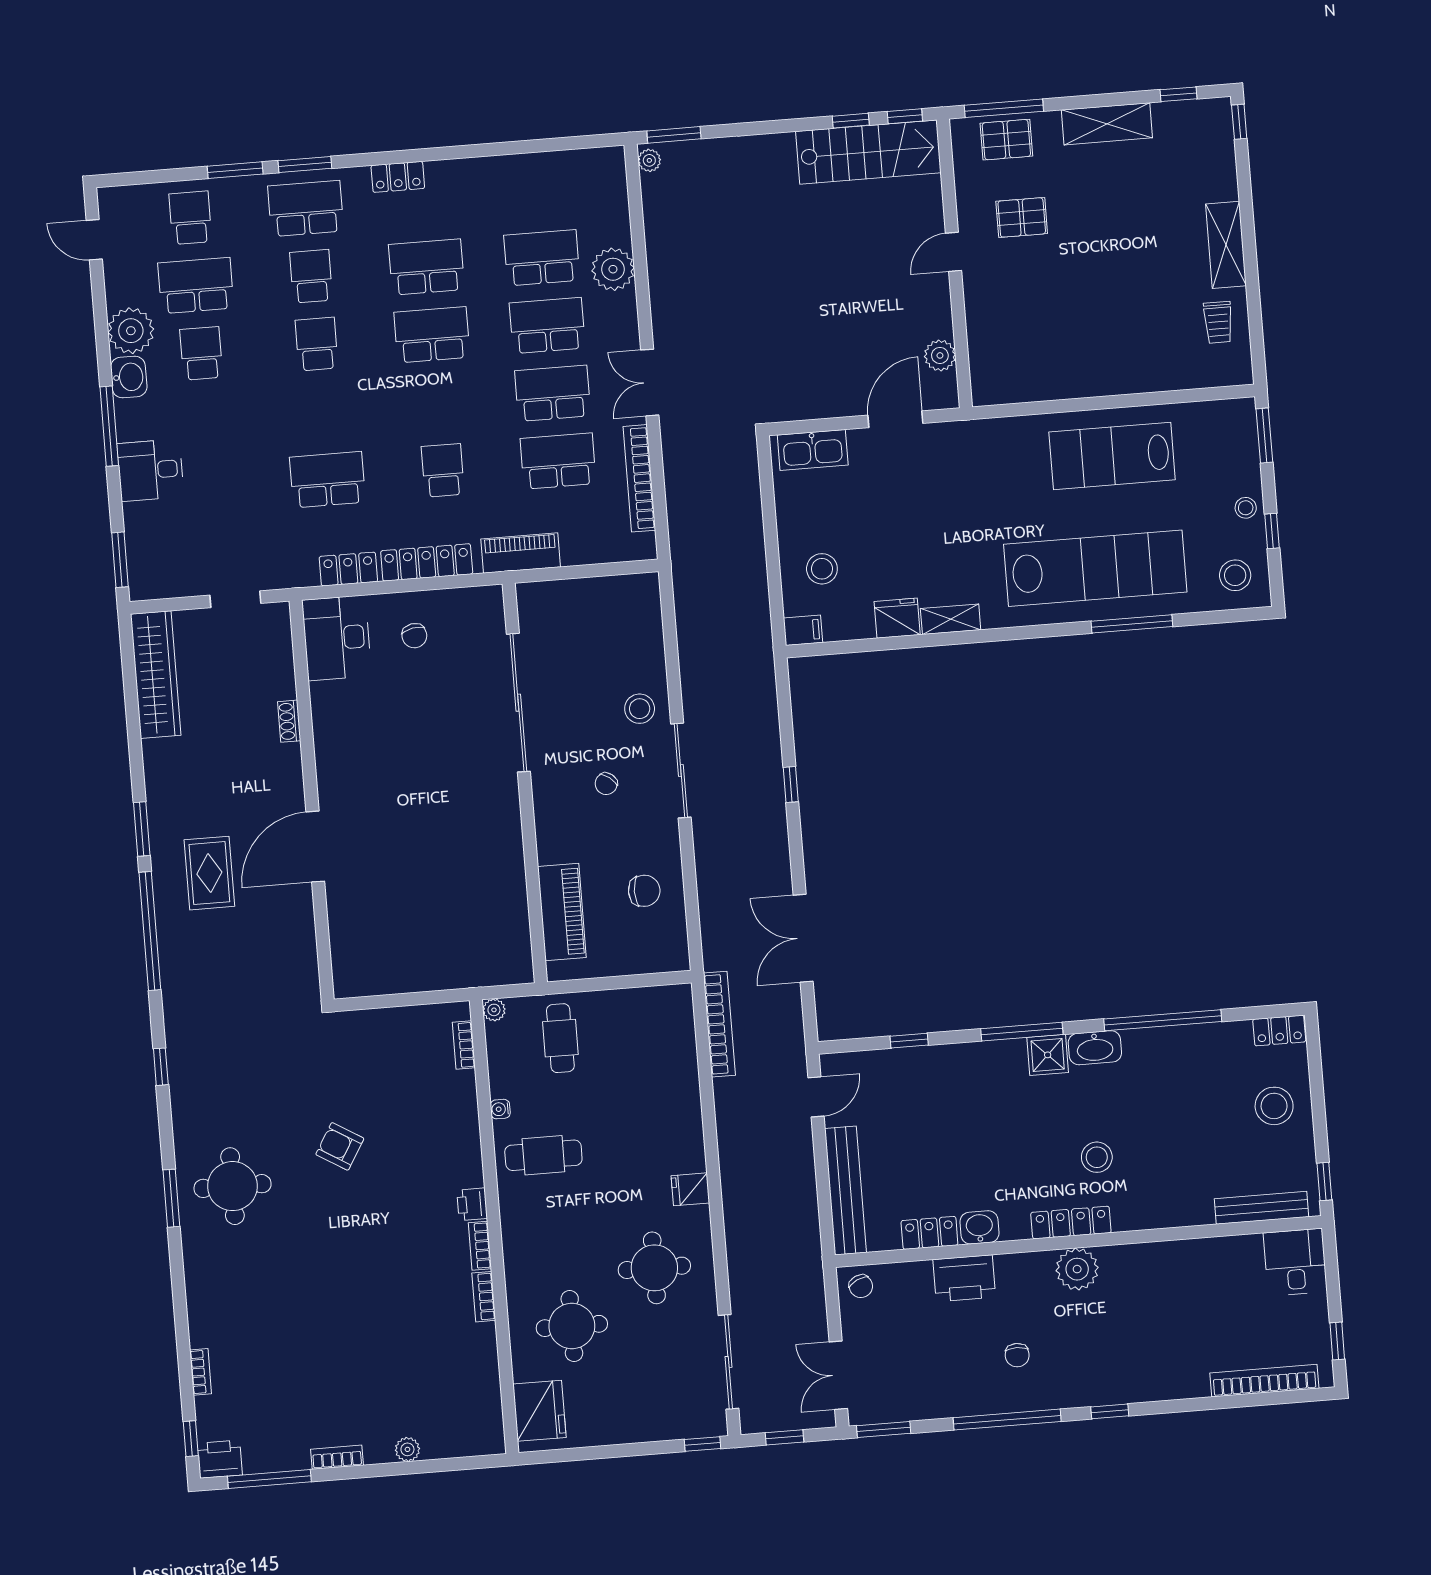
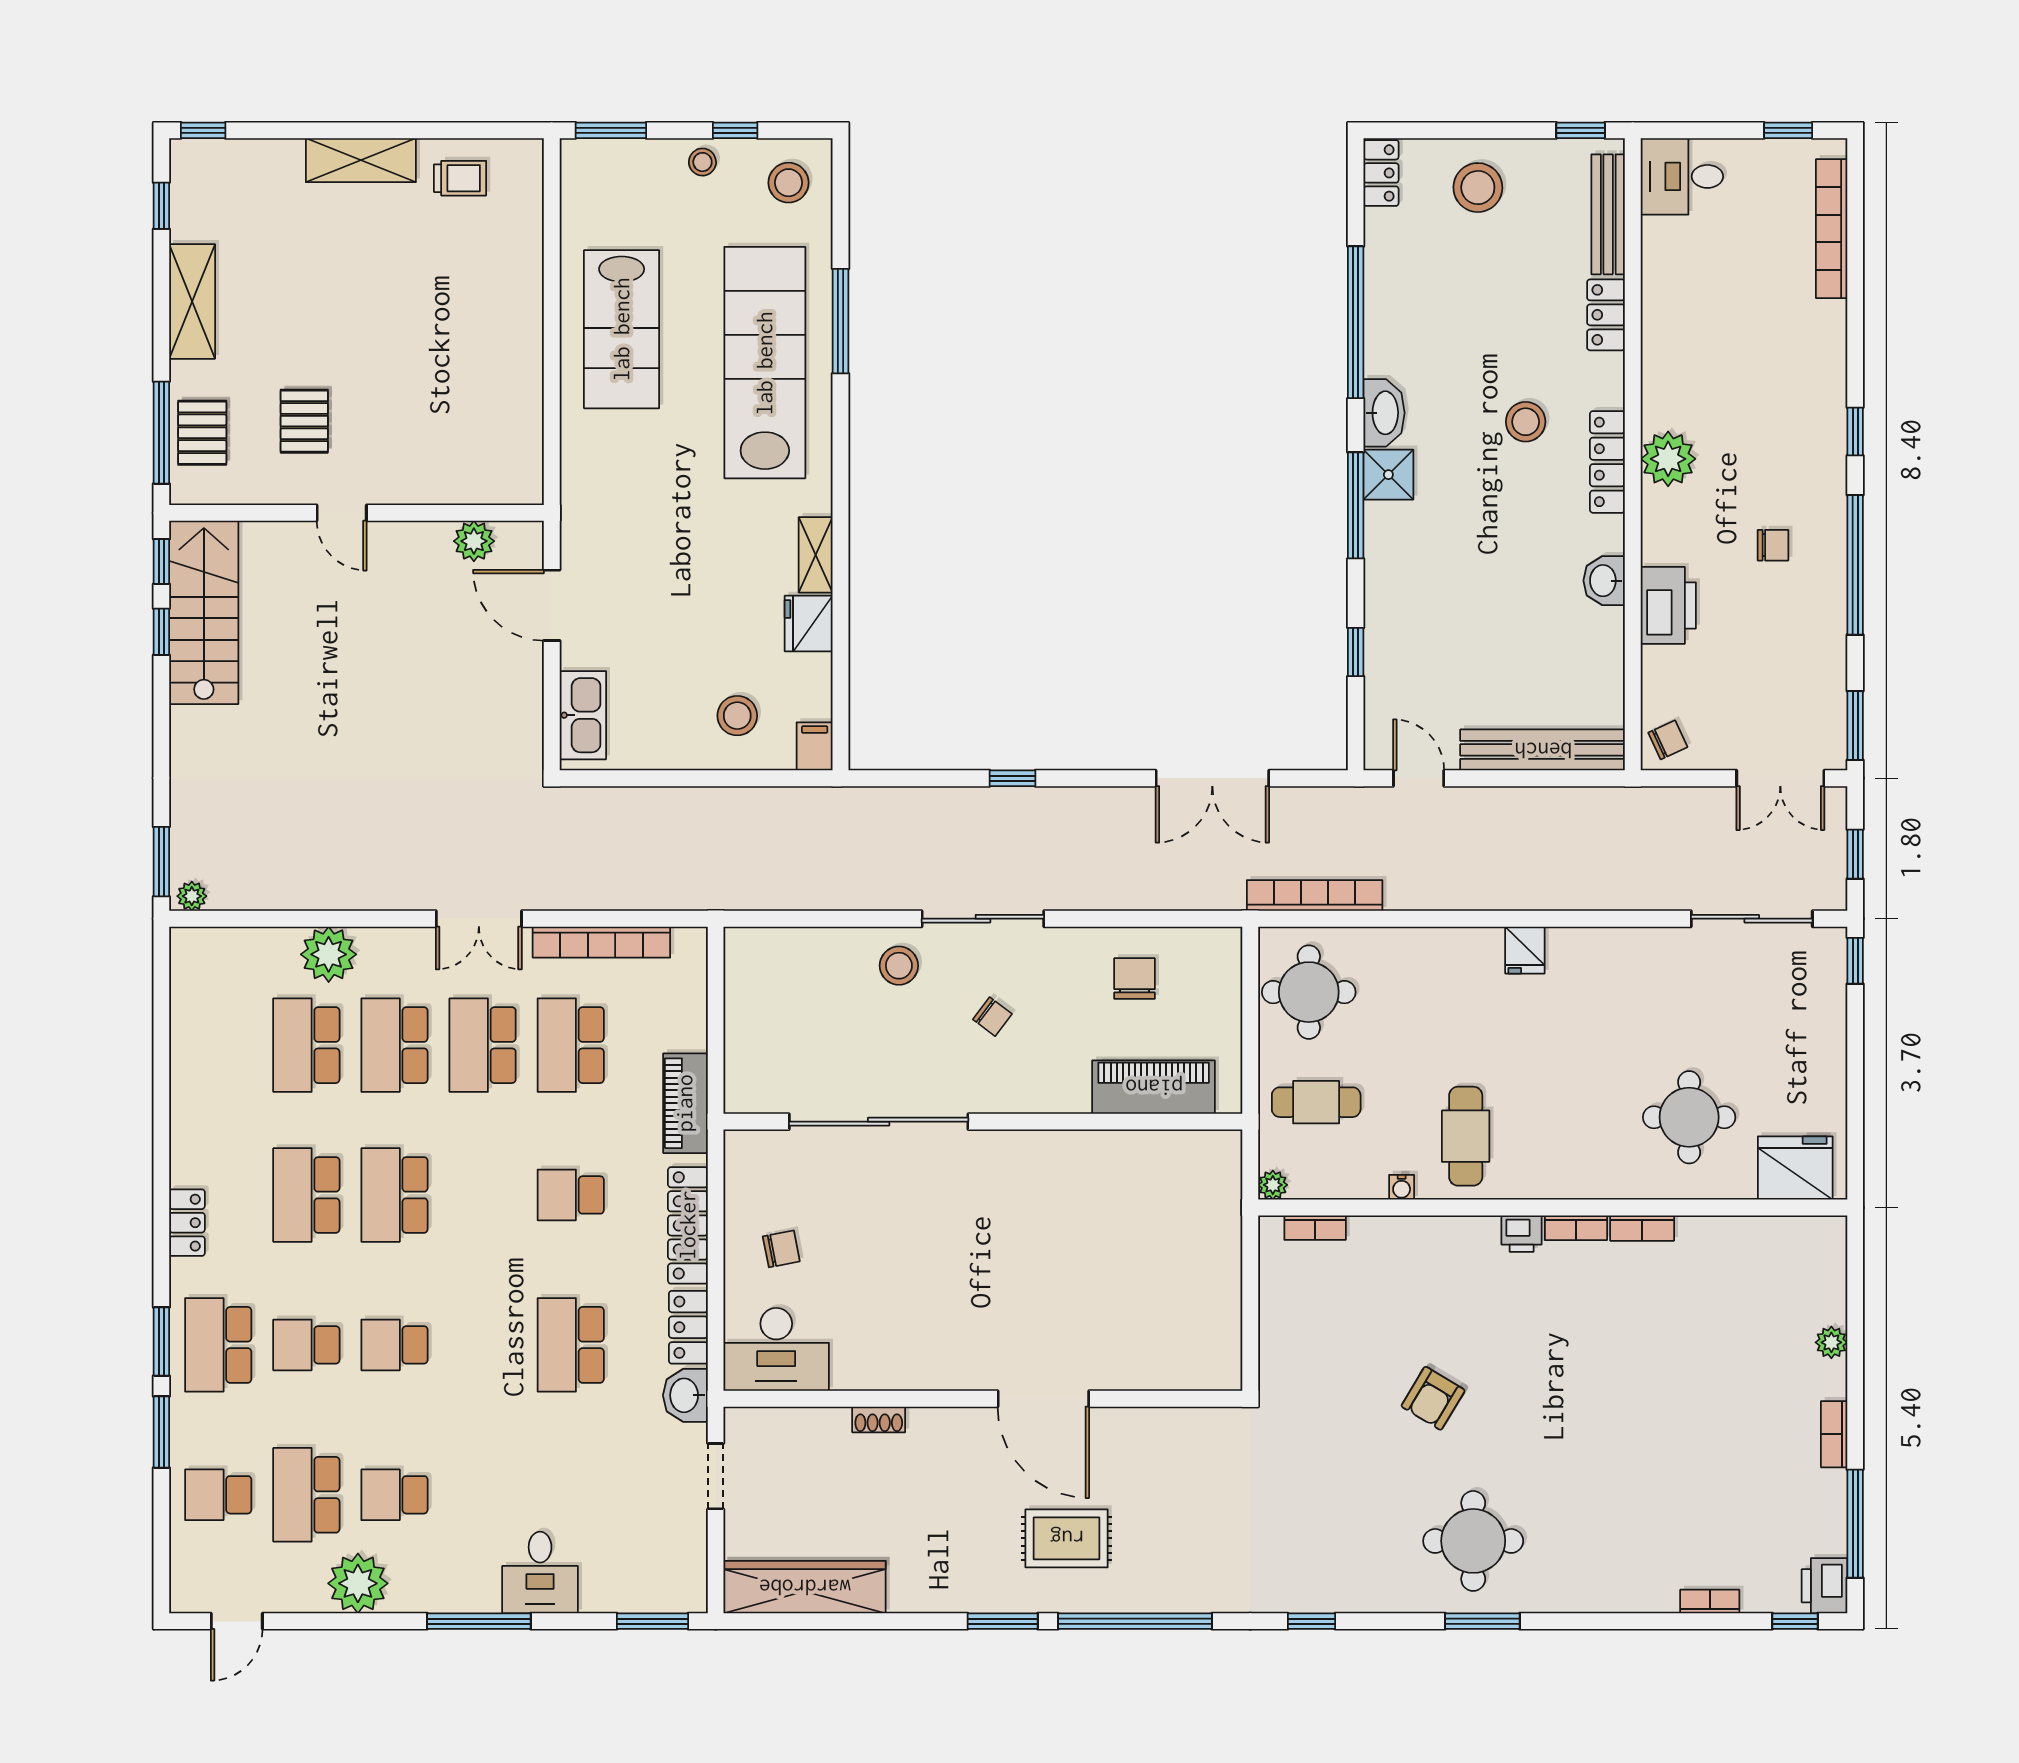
washbasin: (129, 377) -> (685, 1395), moved, turned -90
locker: (929, 1233) -> (1606, 315), moved
round table: (654, 1268) -> (1309, 992), moved

